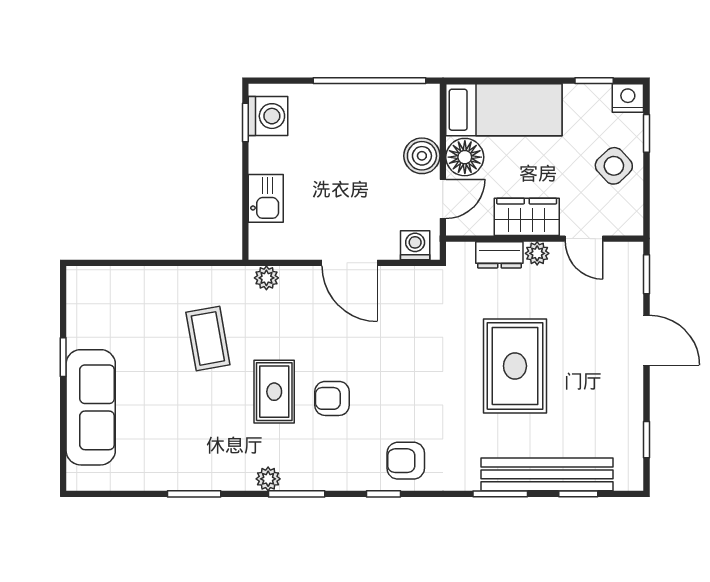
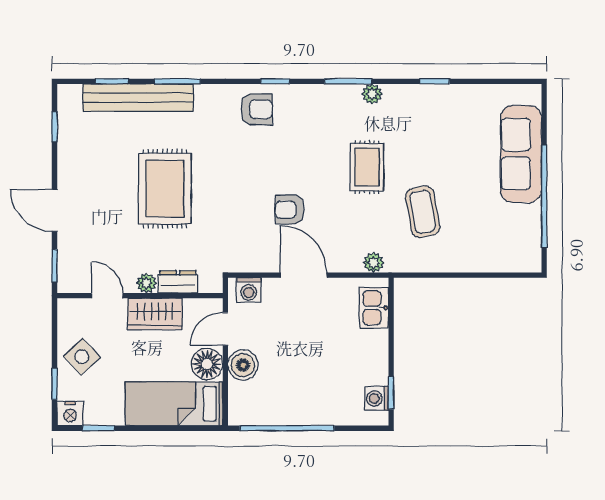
washing machine: (268, 116) -> (377, 398), width x0.73, depth x0.73
kitchen sink: (266, 198) -> (374, 308), moved
window: (63, 357) -> (544, 196), width x3.17
armchair: (332, 398) -> (290, 210), moved, turned 180
window: (194, 494) -> (434, 81), width x0.67

